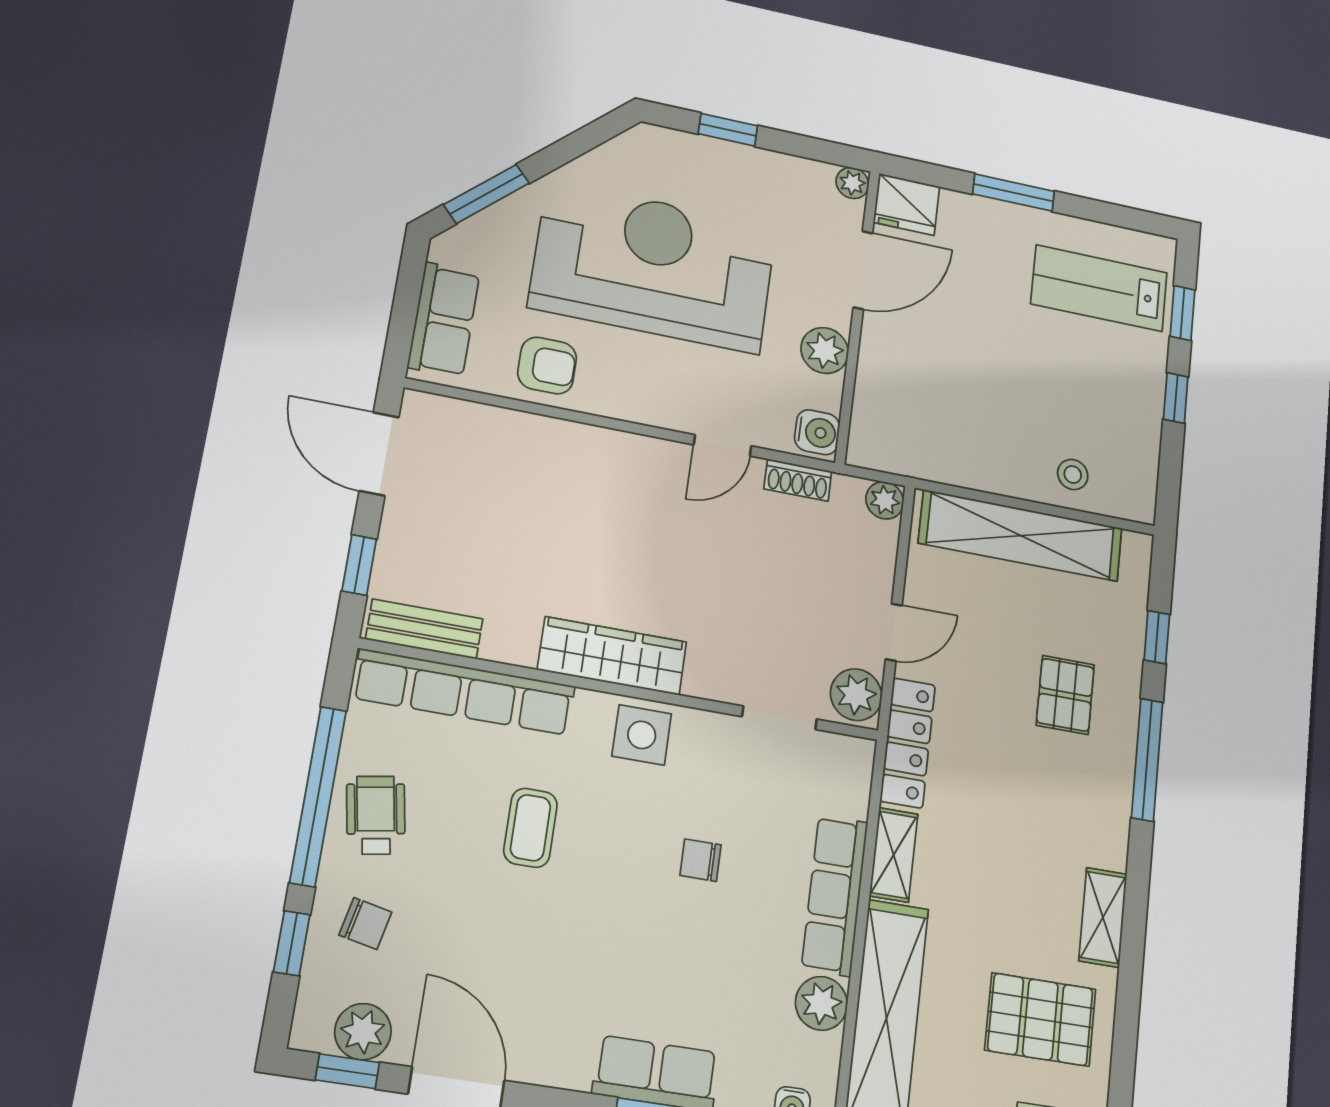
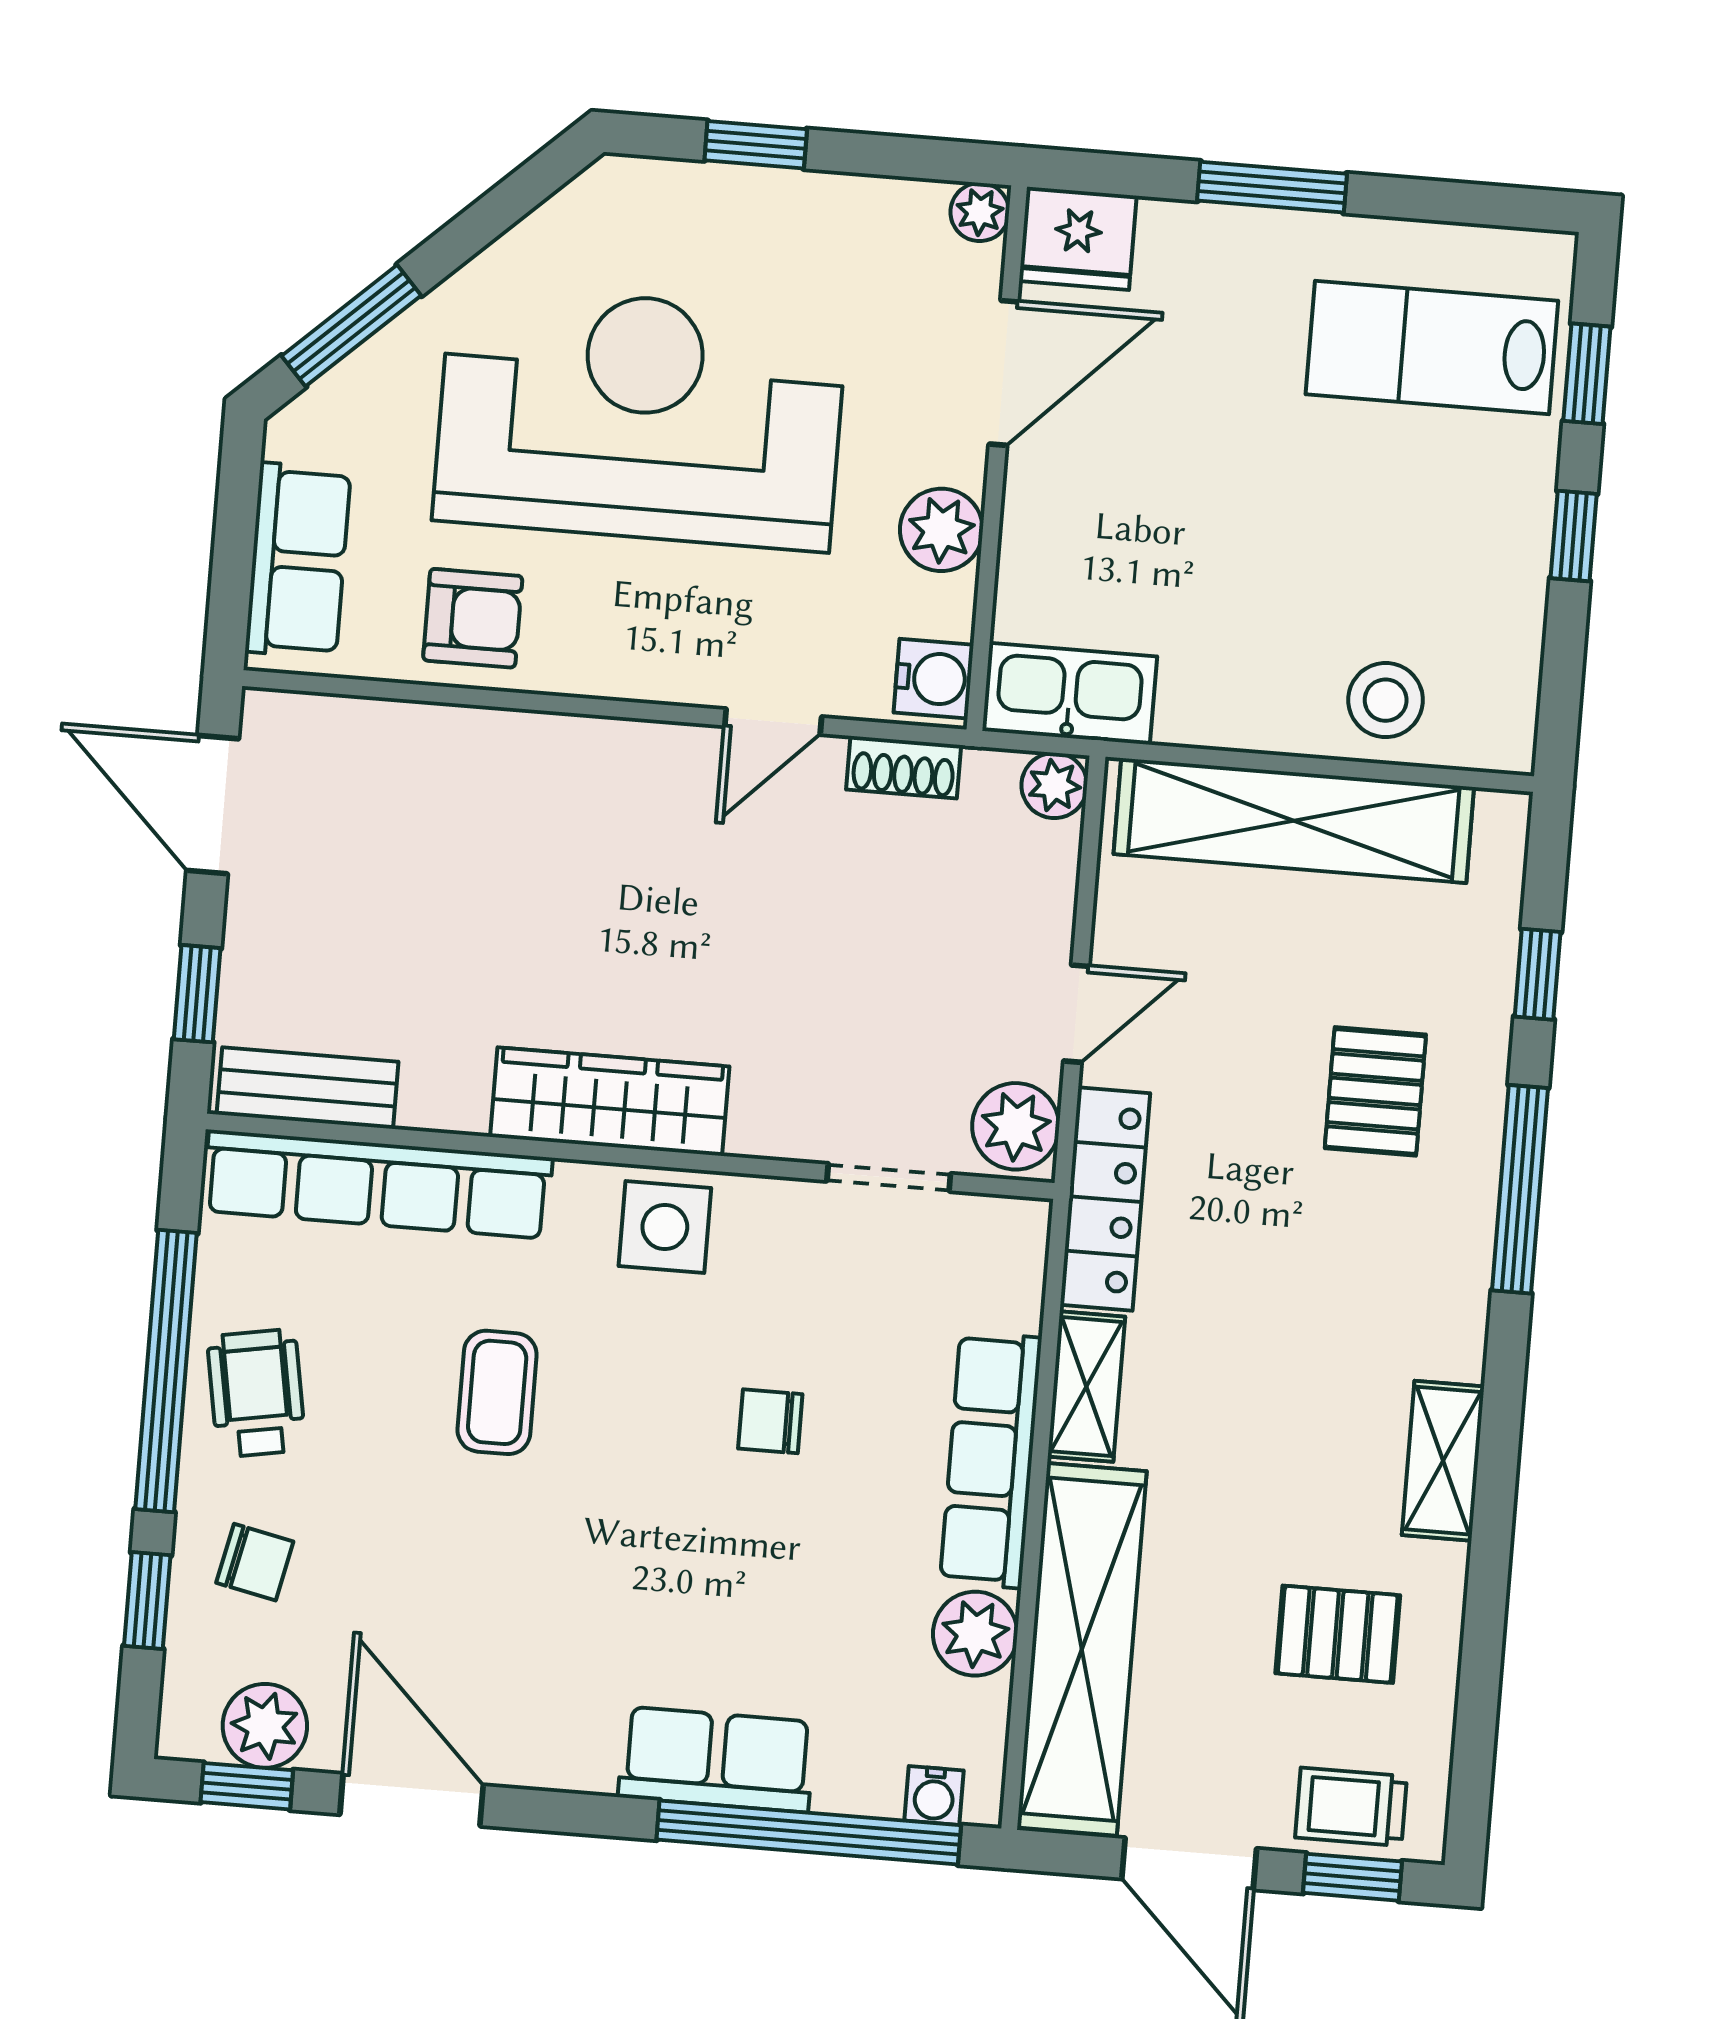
kitchen sink: (895, 450) -> (1070, 694), added
stool: (1073, 475) -> (1386, 700), width x1.37, depth x1.37
pallet: (1040, 1020) -> (1338, 1634), width x0.67, depth x0.71

